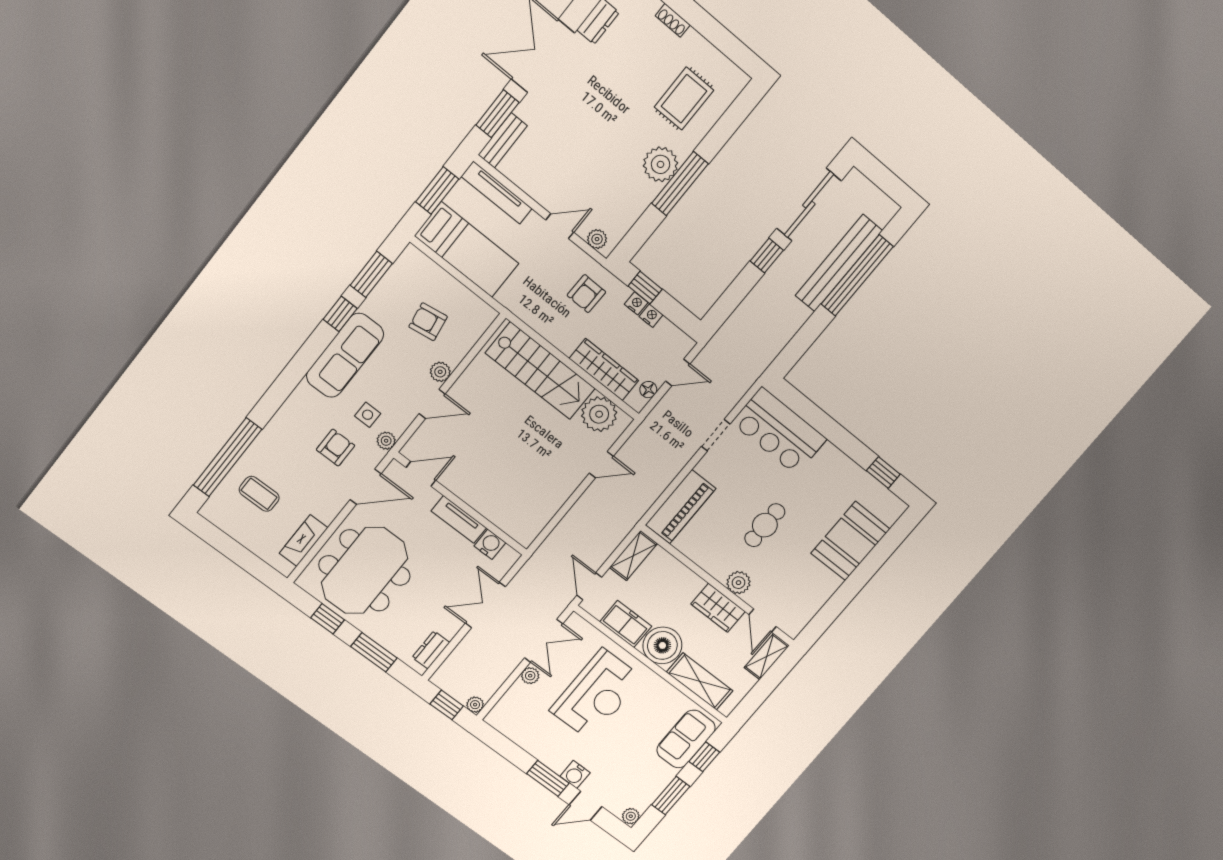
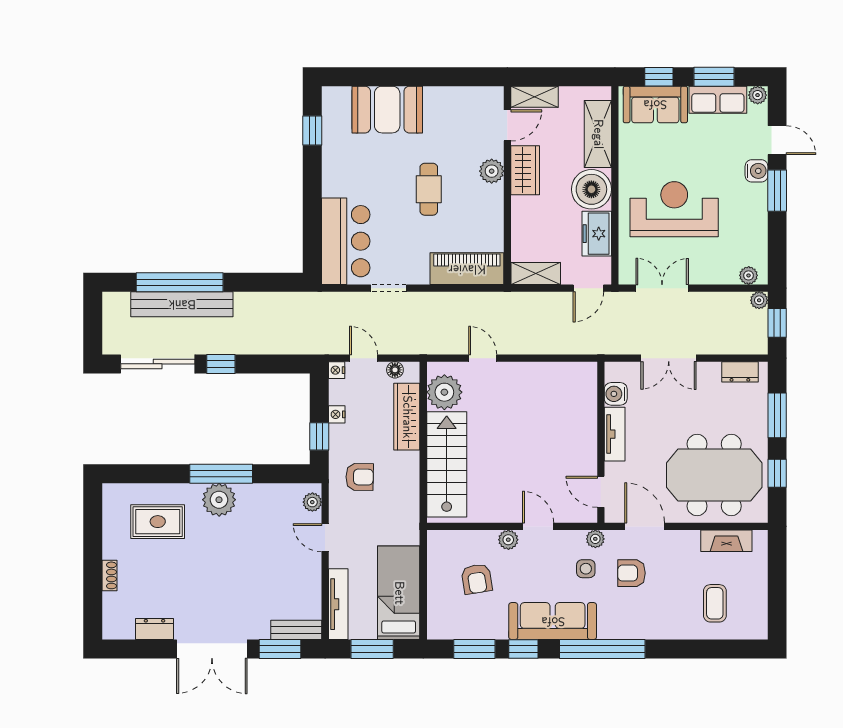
nightstand: (636, 303) -> (337, 370), moved
window: (228, 457) -> (602, 649), moved
cafe table: (765, 525) -> (429, 189), turned 90
plant: (530, 676) -> (749, 275), moved
row of seats: (651, 786) -> (718, 100), added

